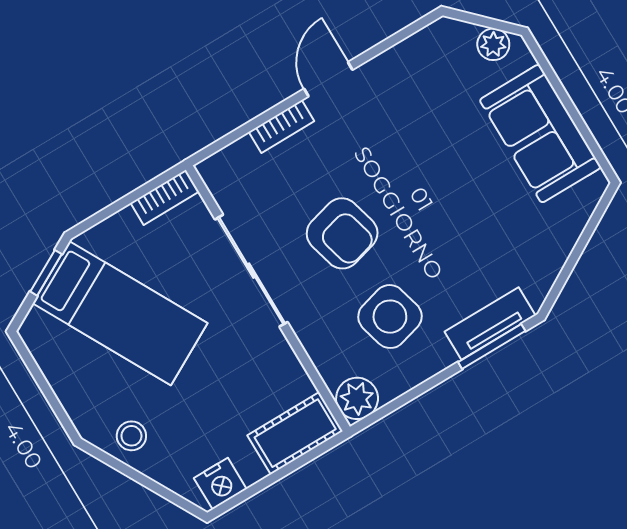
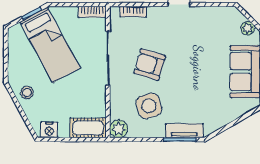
bookcase: (282, 127) -> (133, 12), moved
armchair: (342, 233) -> (150, 65), turned 122

